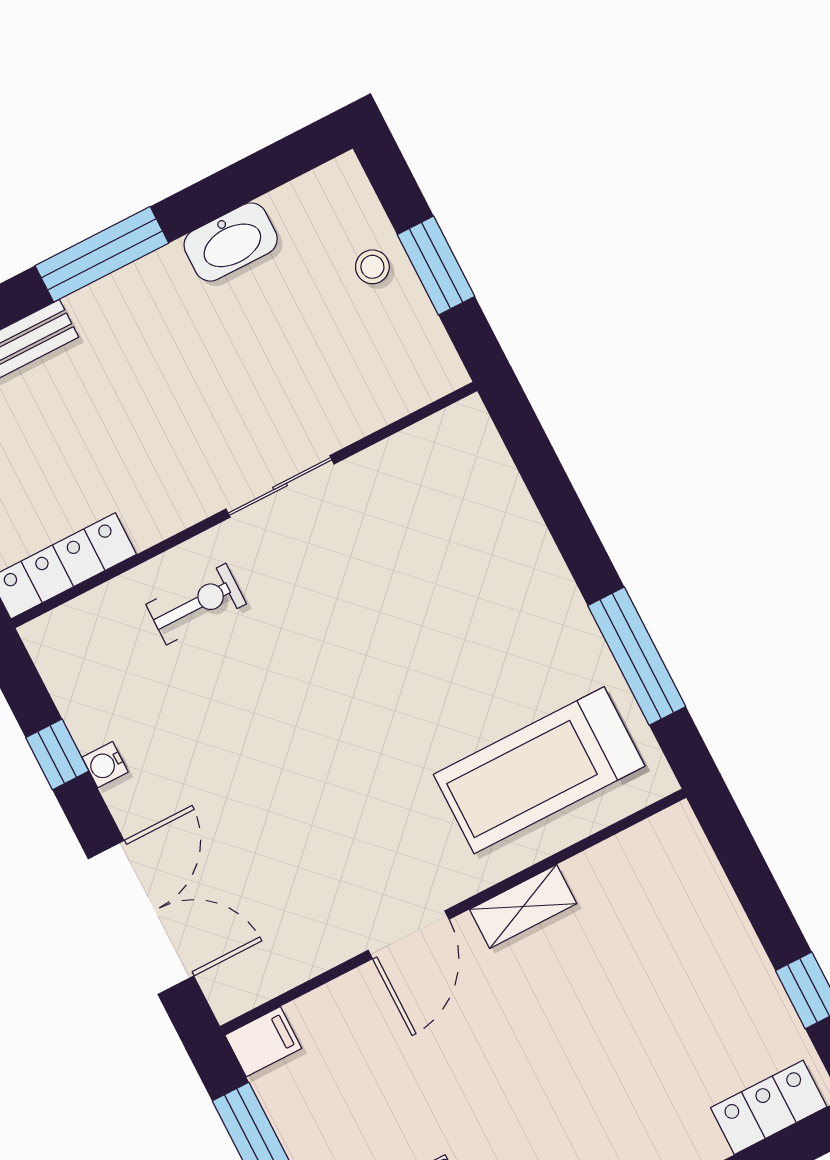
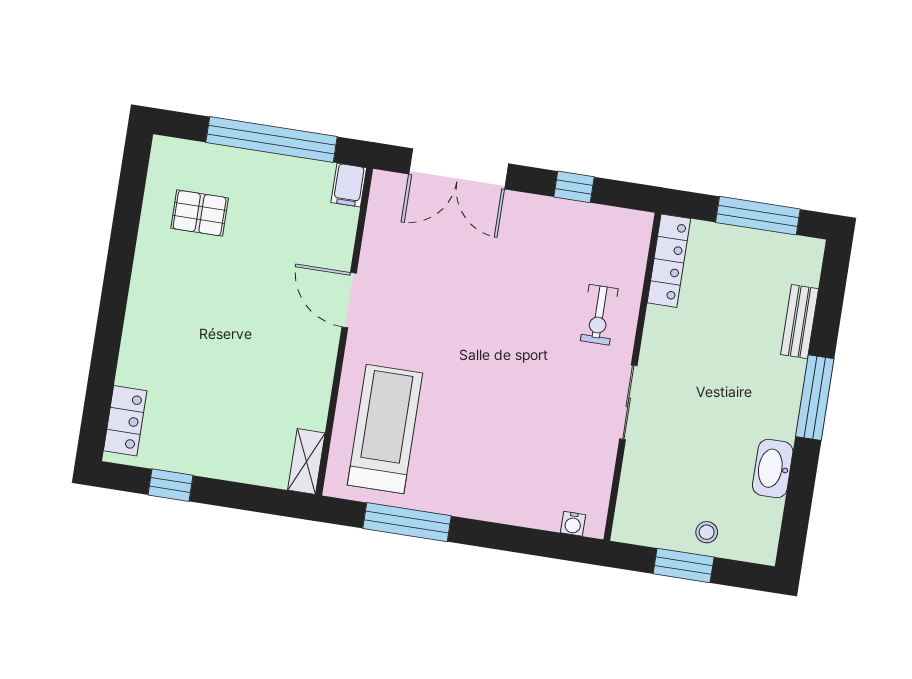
water cooler: (105, 765) -> (573, 524), moved, turned 180
shelving: (523, 907) -> (306, 461), moved

